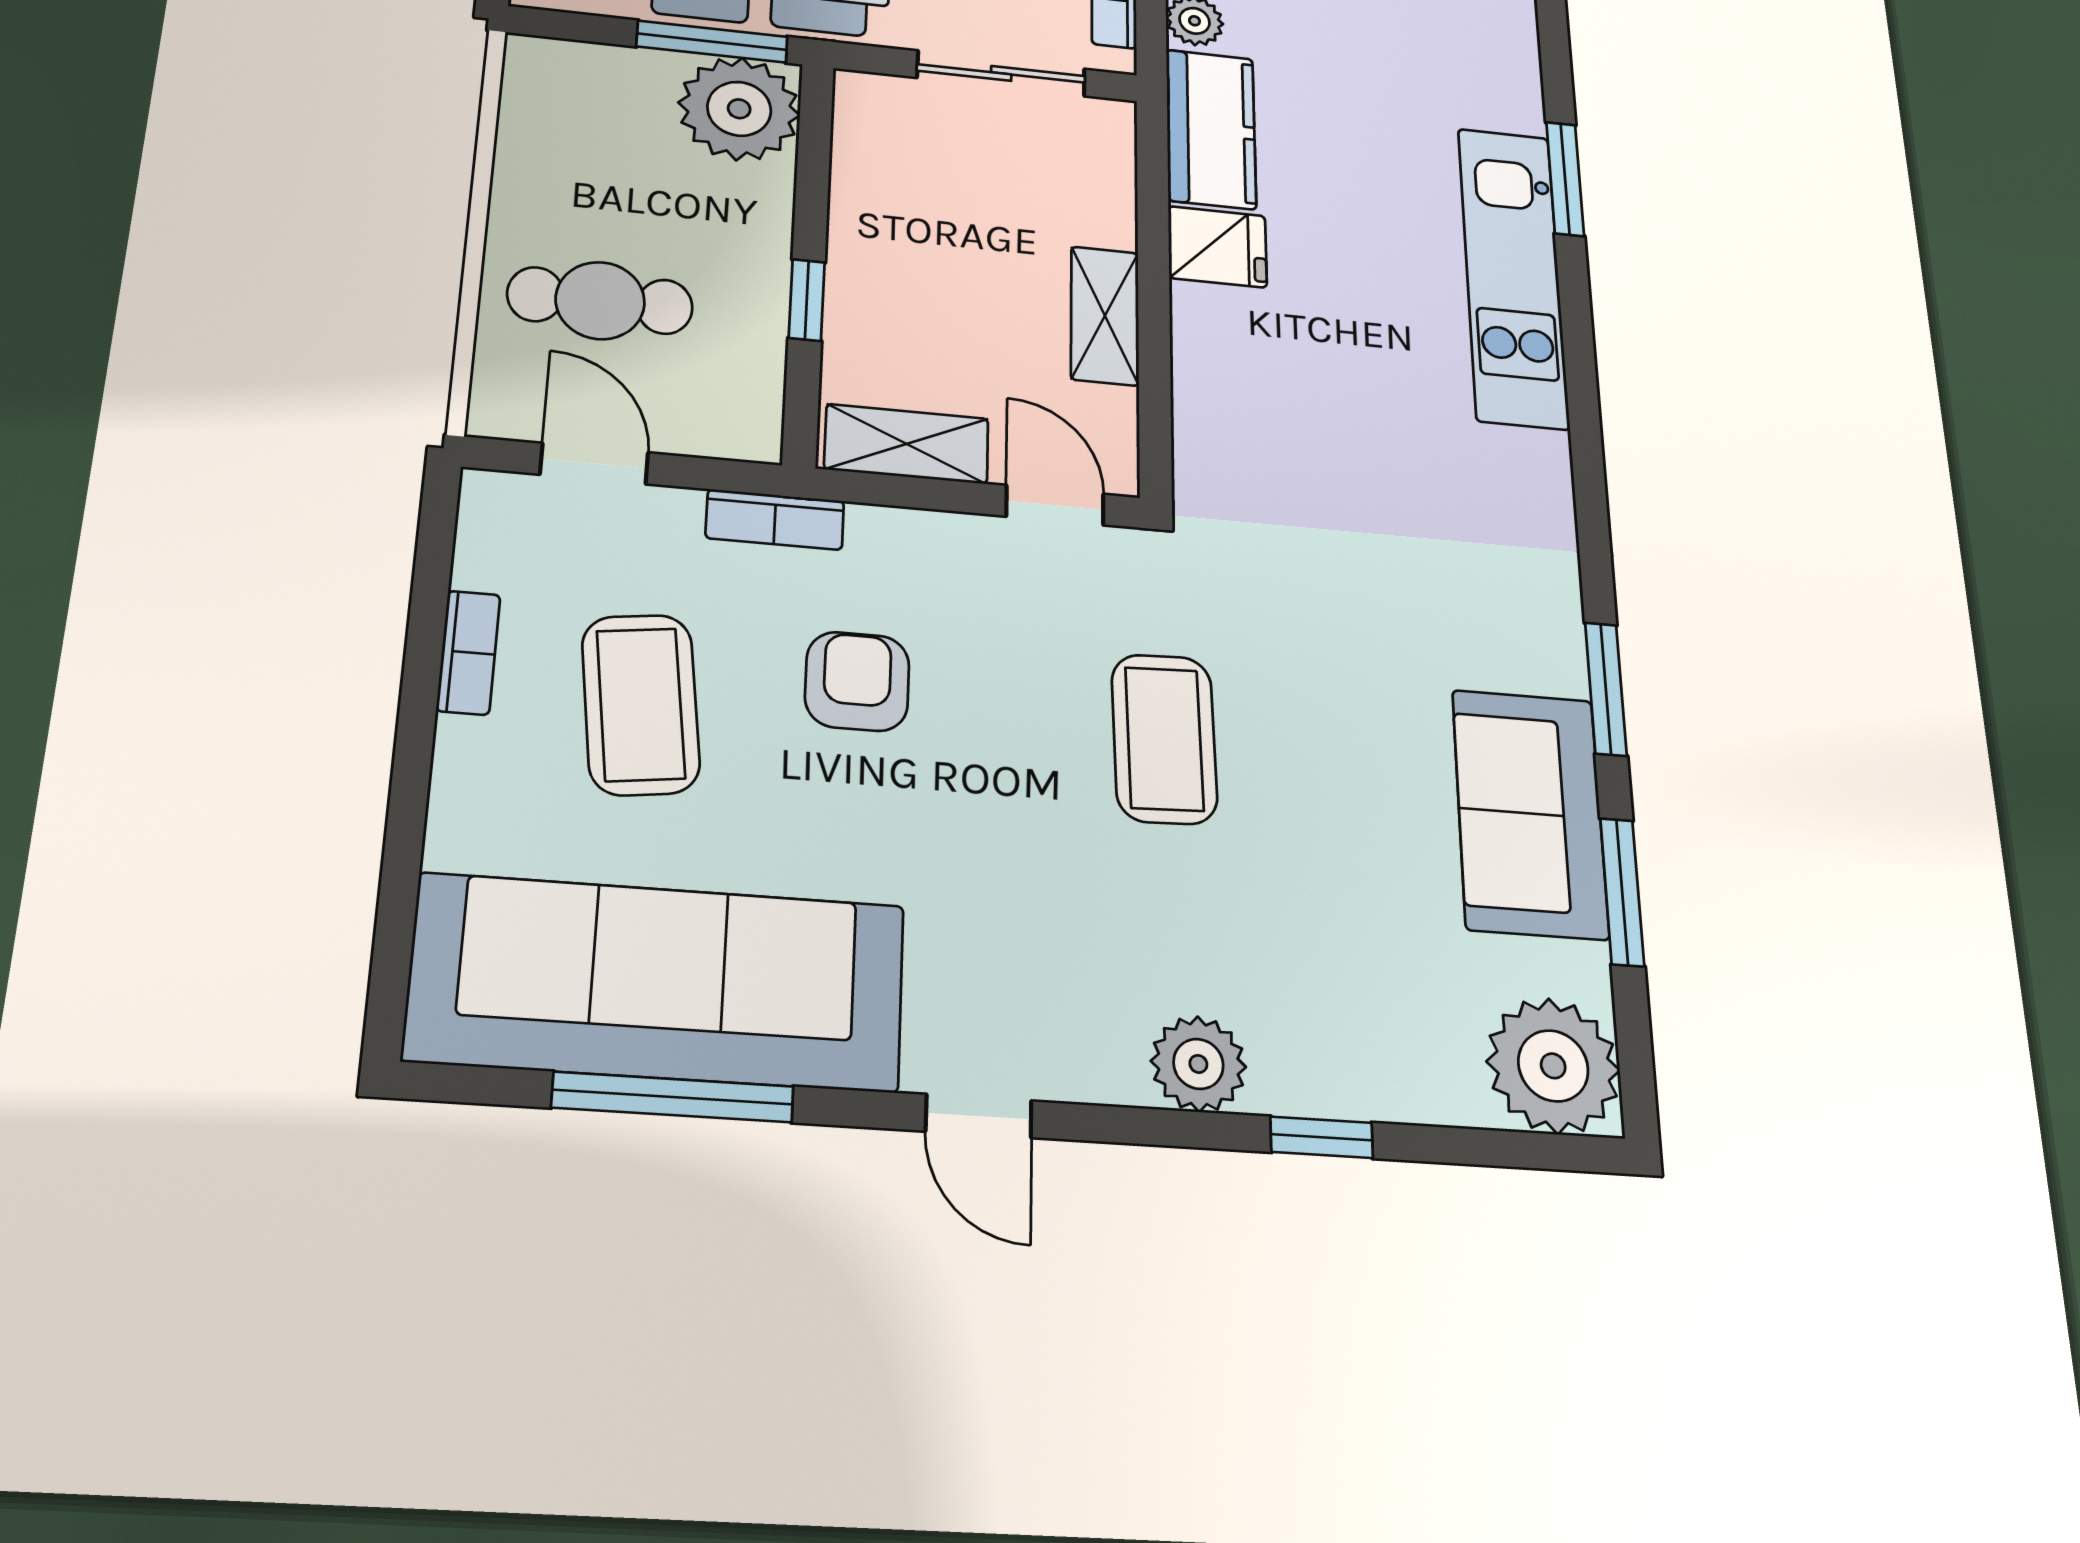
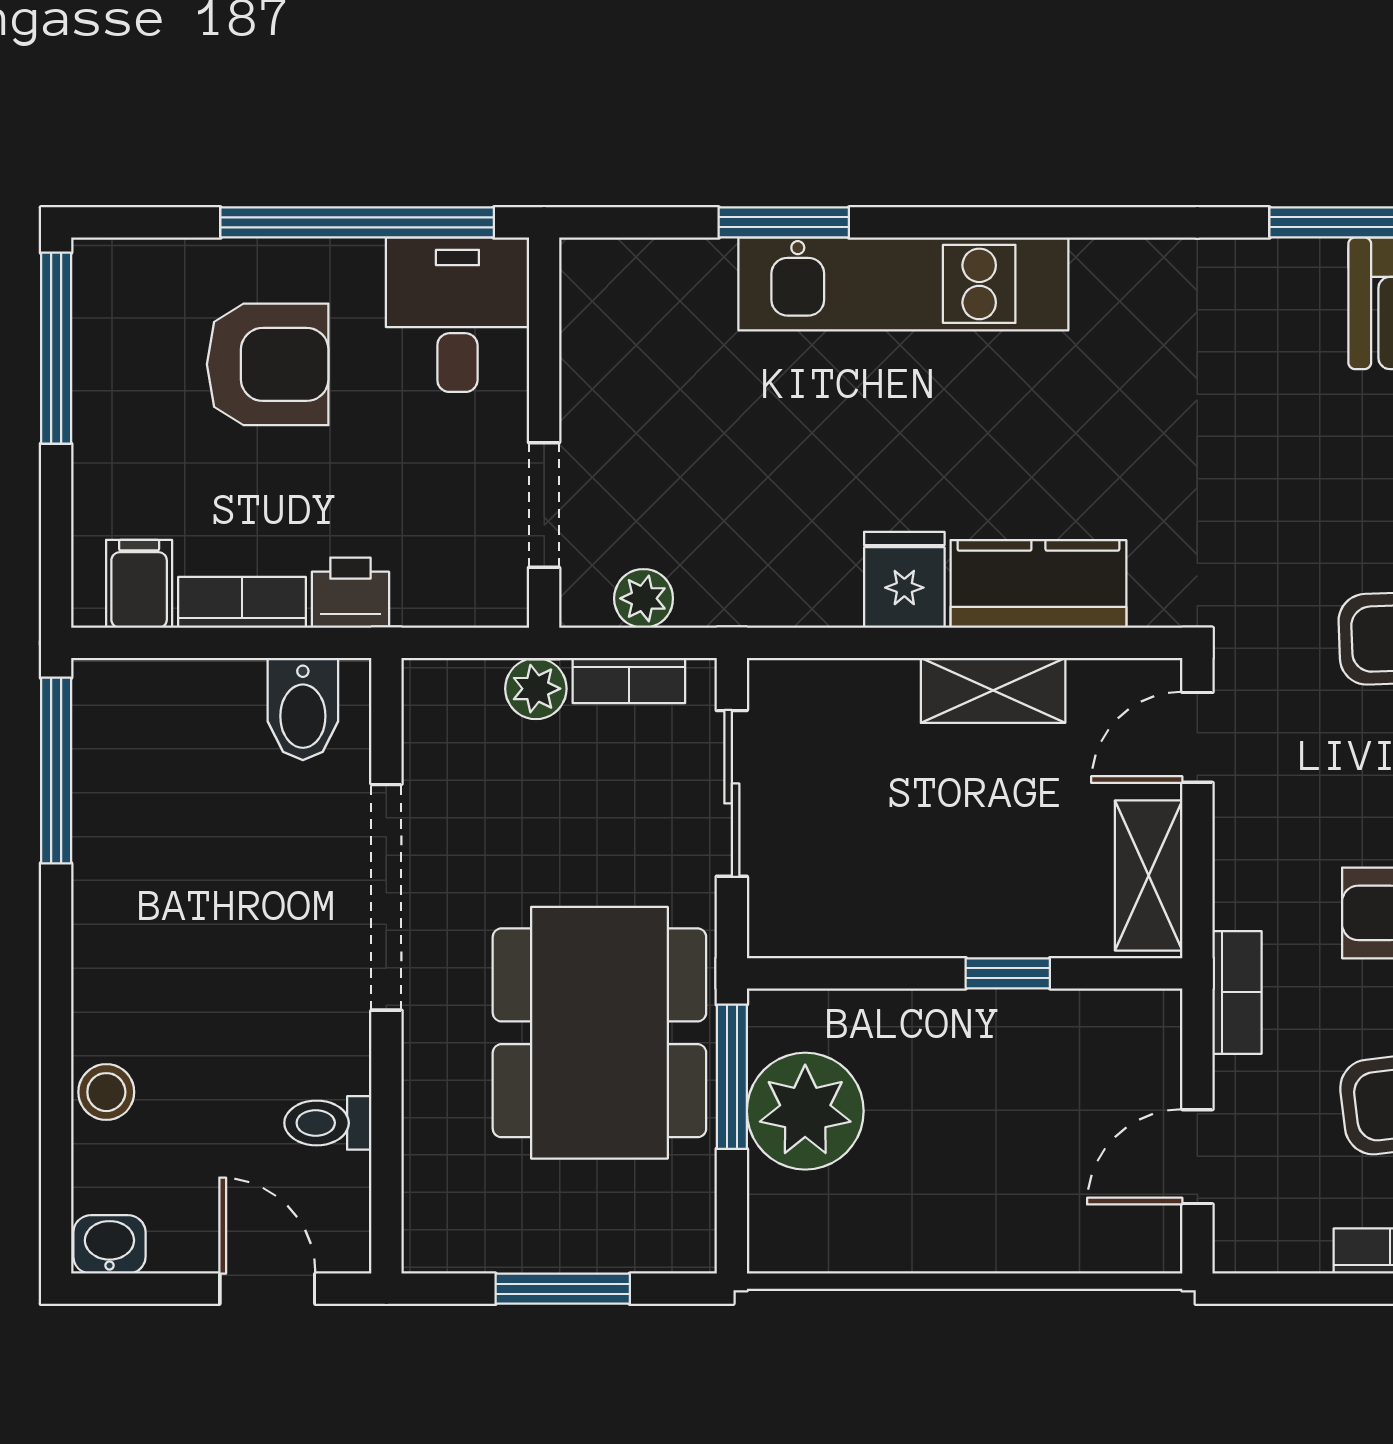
plant: (739, 109) -> (805, 1111), moved
kitchen counter: (1211, 129) -> (1038, 584), moved
cafe table: (600, 301) -> (1030, 1163), removed

